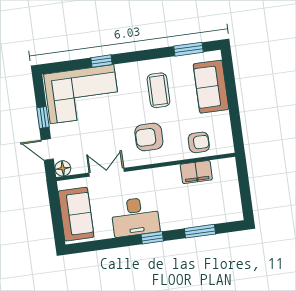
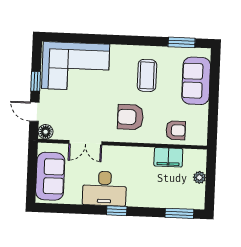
window: (102, 61) -> (99, 39), removed
double door: (107, 172) -> (85, 143), swing flipped
plant: (233, 187) -> (199, 177), added
window: (200, 231) -> (179, 213), moved

